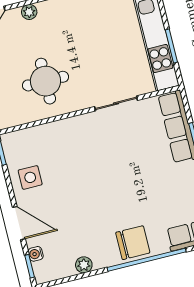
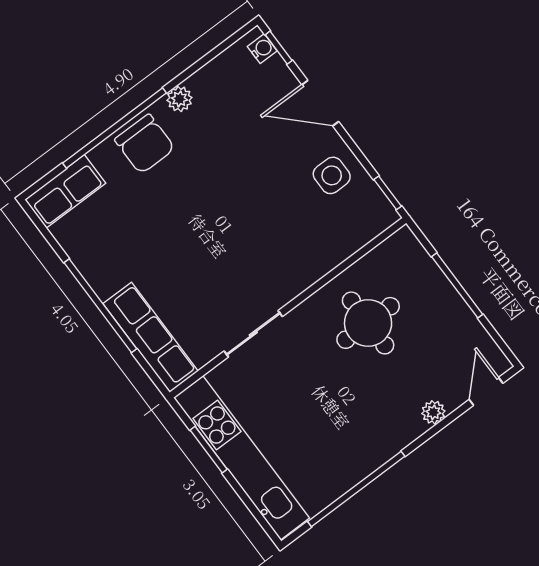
chair: (133, 243) -> (145, 144), turned -90
water cooler: (36, 254) -> (262, 49), moved
plant: (84, 265) -> (179, 99), moved

